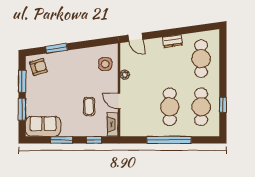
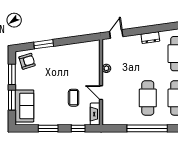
door: (135, 37) -> (116, 34), swing flipped
side table: (105, 64) -> (88, 59), removed
sofa: (43, 126) -> (24, 106), moved, turned 90

